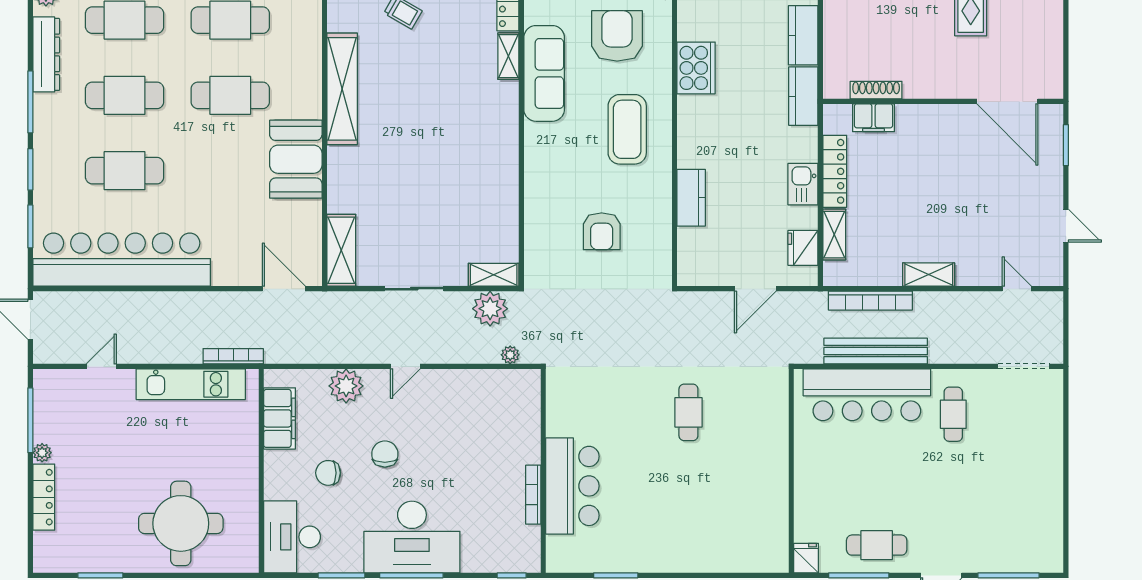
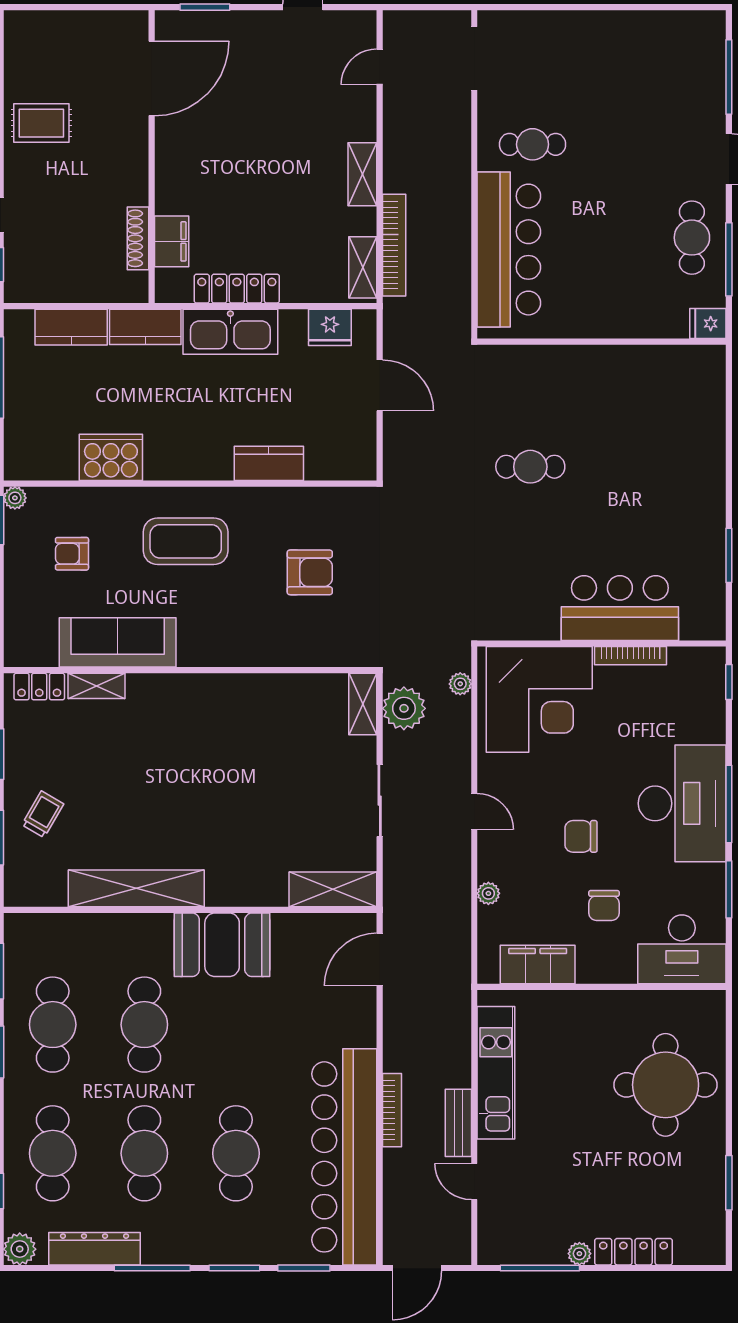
armchair: (617, 36) -> (72, 554), width x0.53, depth x0.53
kitchen sink: (803, 184) -> (230, 332), width x1.87, depth x1.24
shelving: (834, 235) -> (363, 267), moved, turned 90
bench: (876, 351) -> (458, 1123), moved, width x0.54, depth x0.82
bookcase: (233, 356) -> (392, 1110), moved, turned 180
plant: (346, 386) -> (488, 893), width x0.53, depth x0.53
corner desk: (497, 420) -> (539, 699), added

